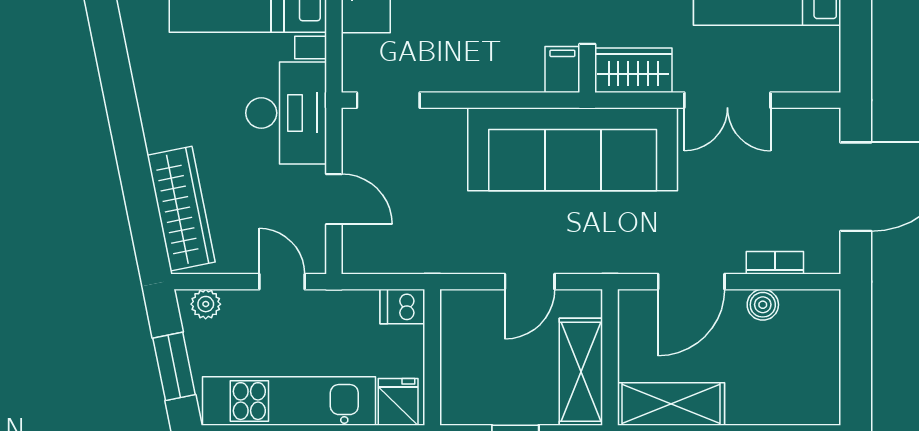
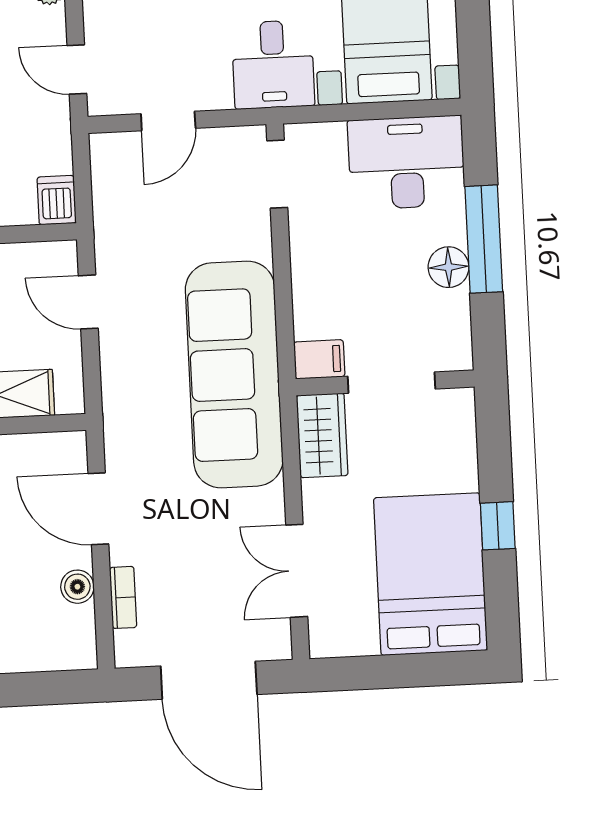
double door: (727, 100) -> (297, 571), moved
desk: (286, 113) -> (273, 64), width x0.73
door: (282, 282) -> (77, 69), swing flipped
door: (530, 282) -> (88, 302), moved

